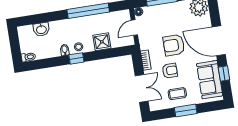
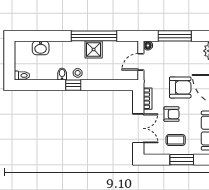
shower: (102, 42) -> (94, 49), moved
armchair: (174, 45) -> (180, 87), turned 180

